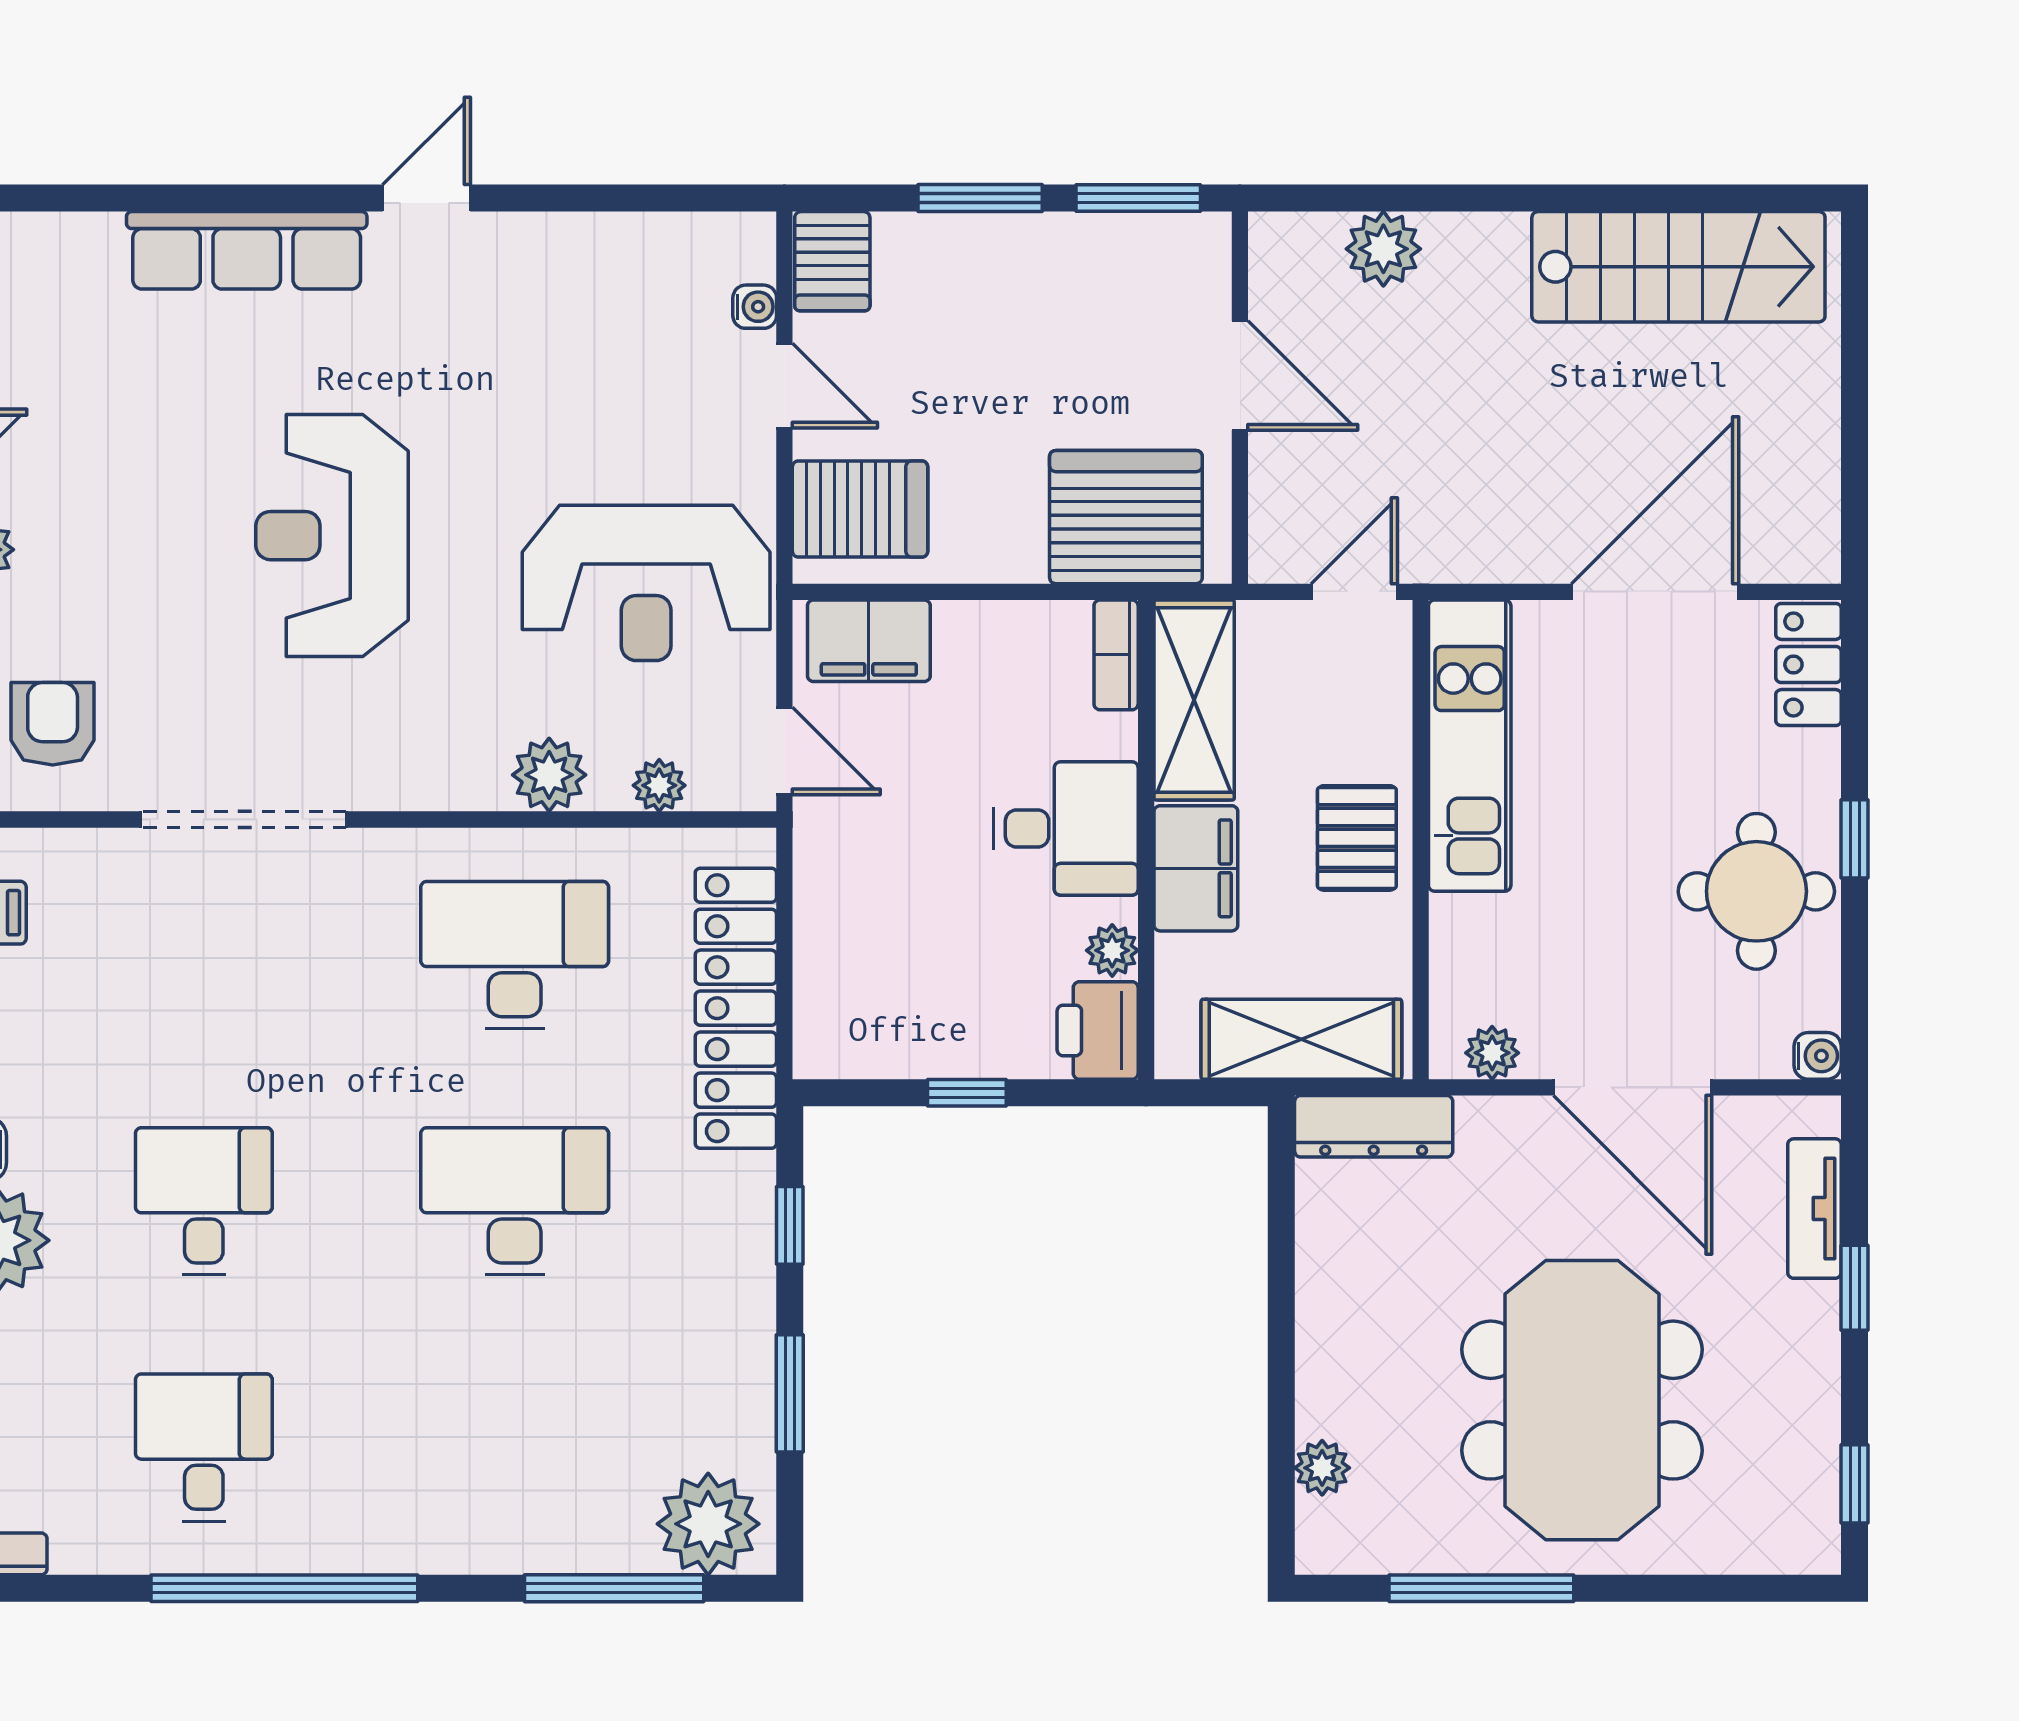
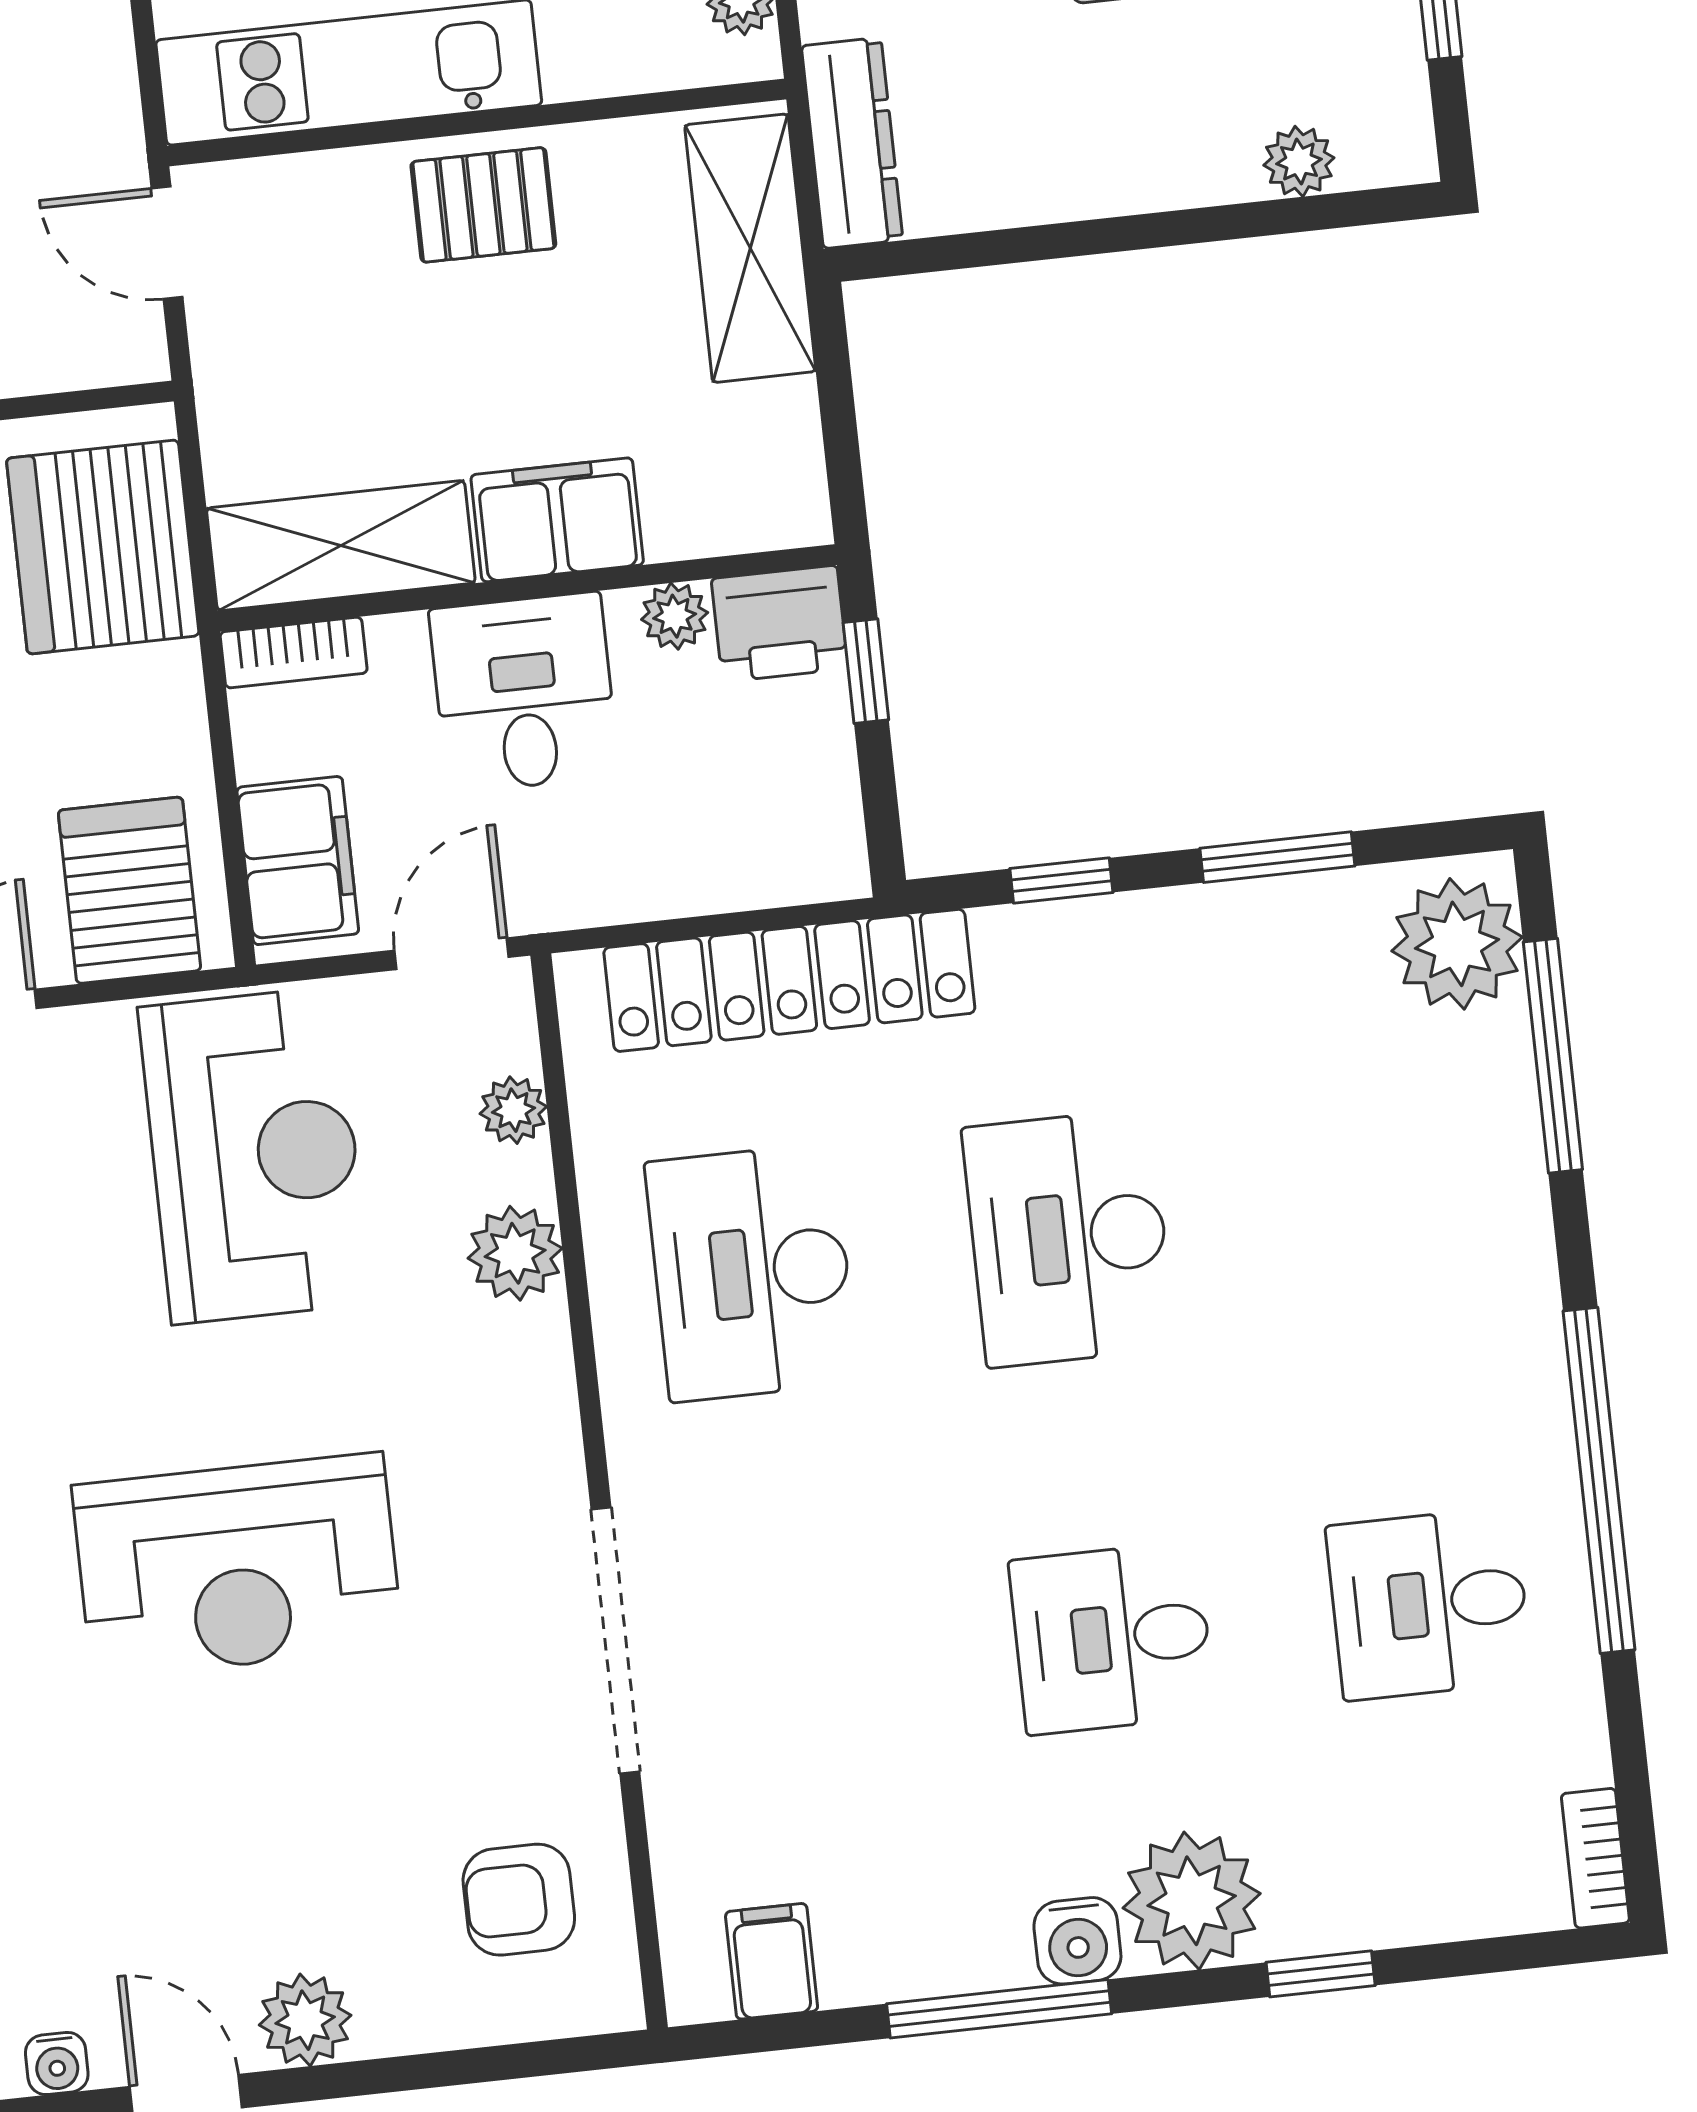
bookcase: (1116, 655) -> (294, 652), moved
shelving: (1194, 700) -> (341, 546), moved
desk: (1066, 828) -> (524, 693), moved
wall: (1146, 840) -> (527, 588), moved
filing cabinet: (1196, 868) -> (557, 520), moved
plant: (1112, 950) -> (675, 616), moved
printer: (1098, 1030) -> (780, 624), moved

